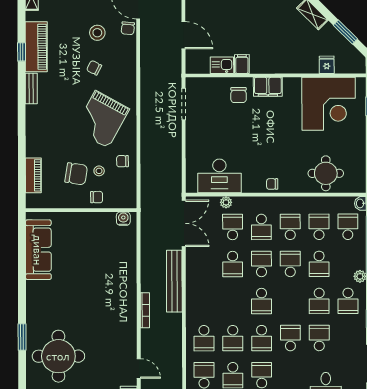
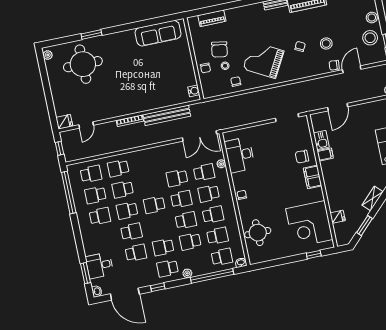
bench: (174, 281) -> (167, 115), moved

